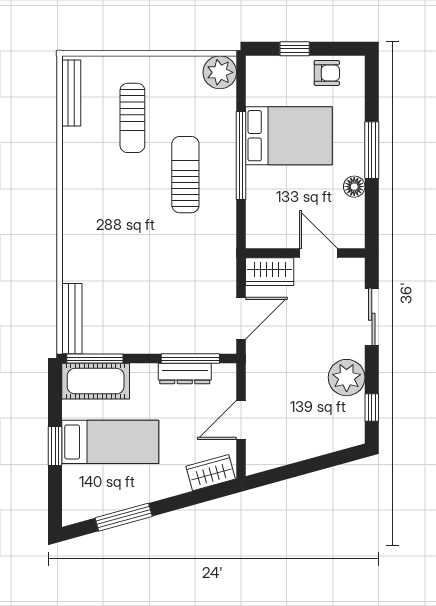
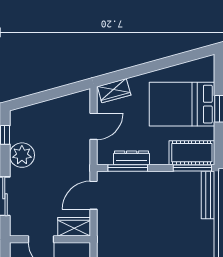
bed: (110, 442) -> (182, 104), width x1.50
window: (124, 517) -> (173, 61), removed

